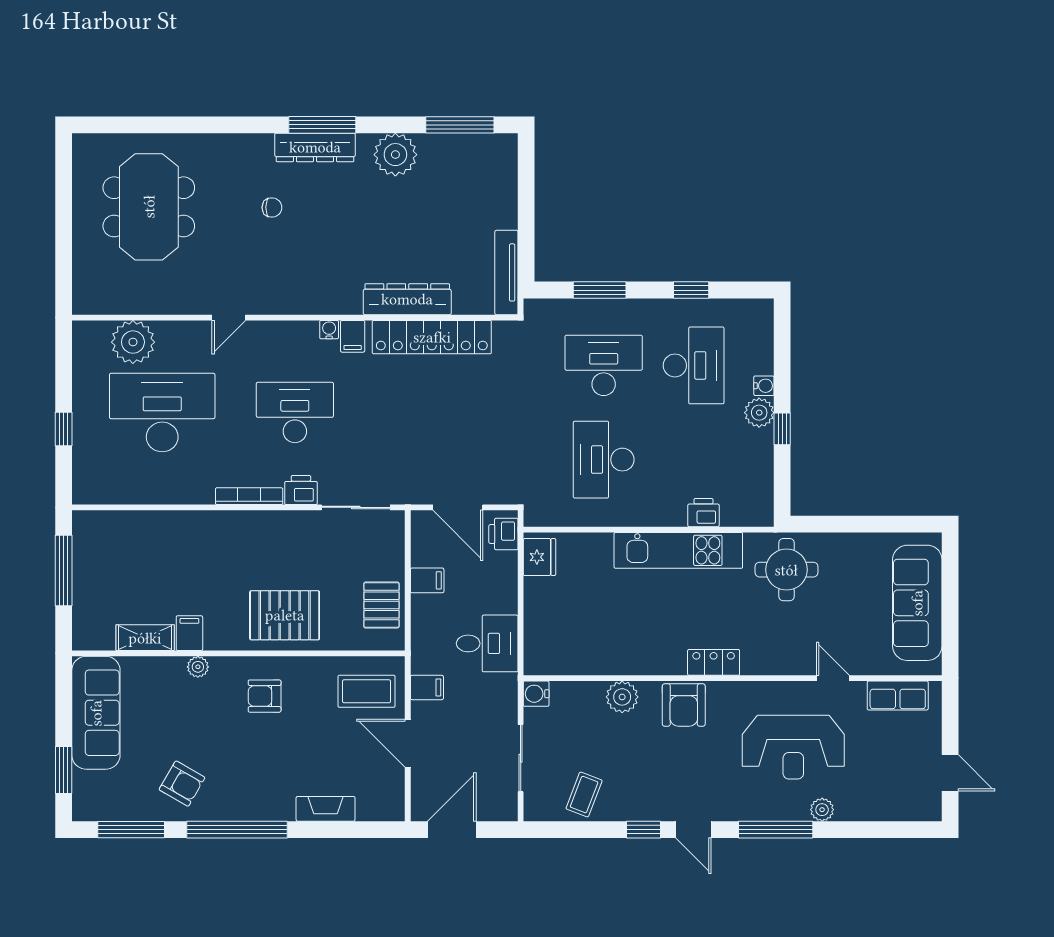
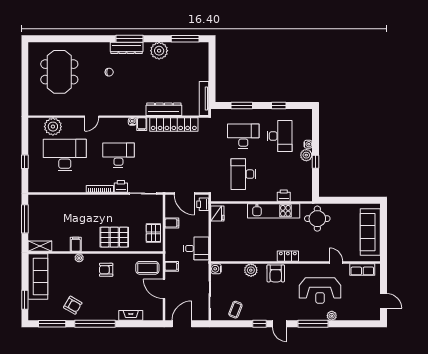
shelving: (145, 638) -> (40, 246), moved

